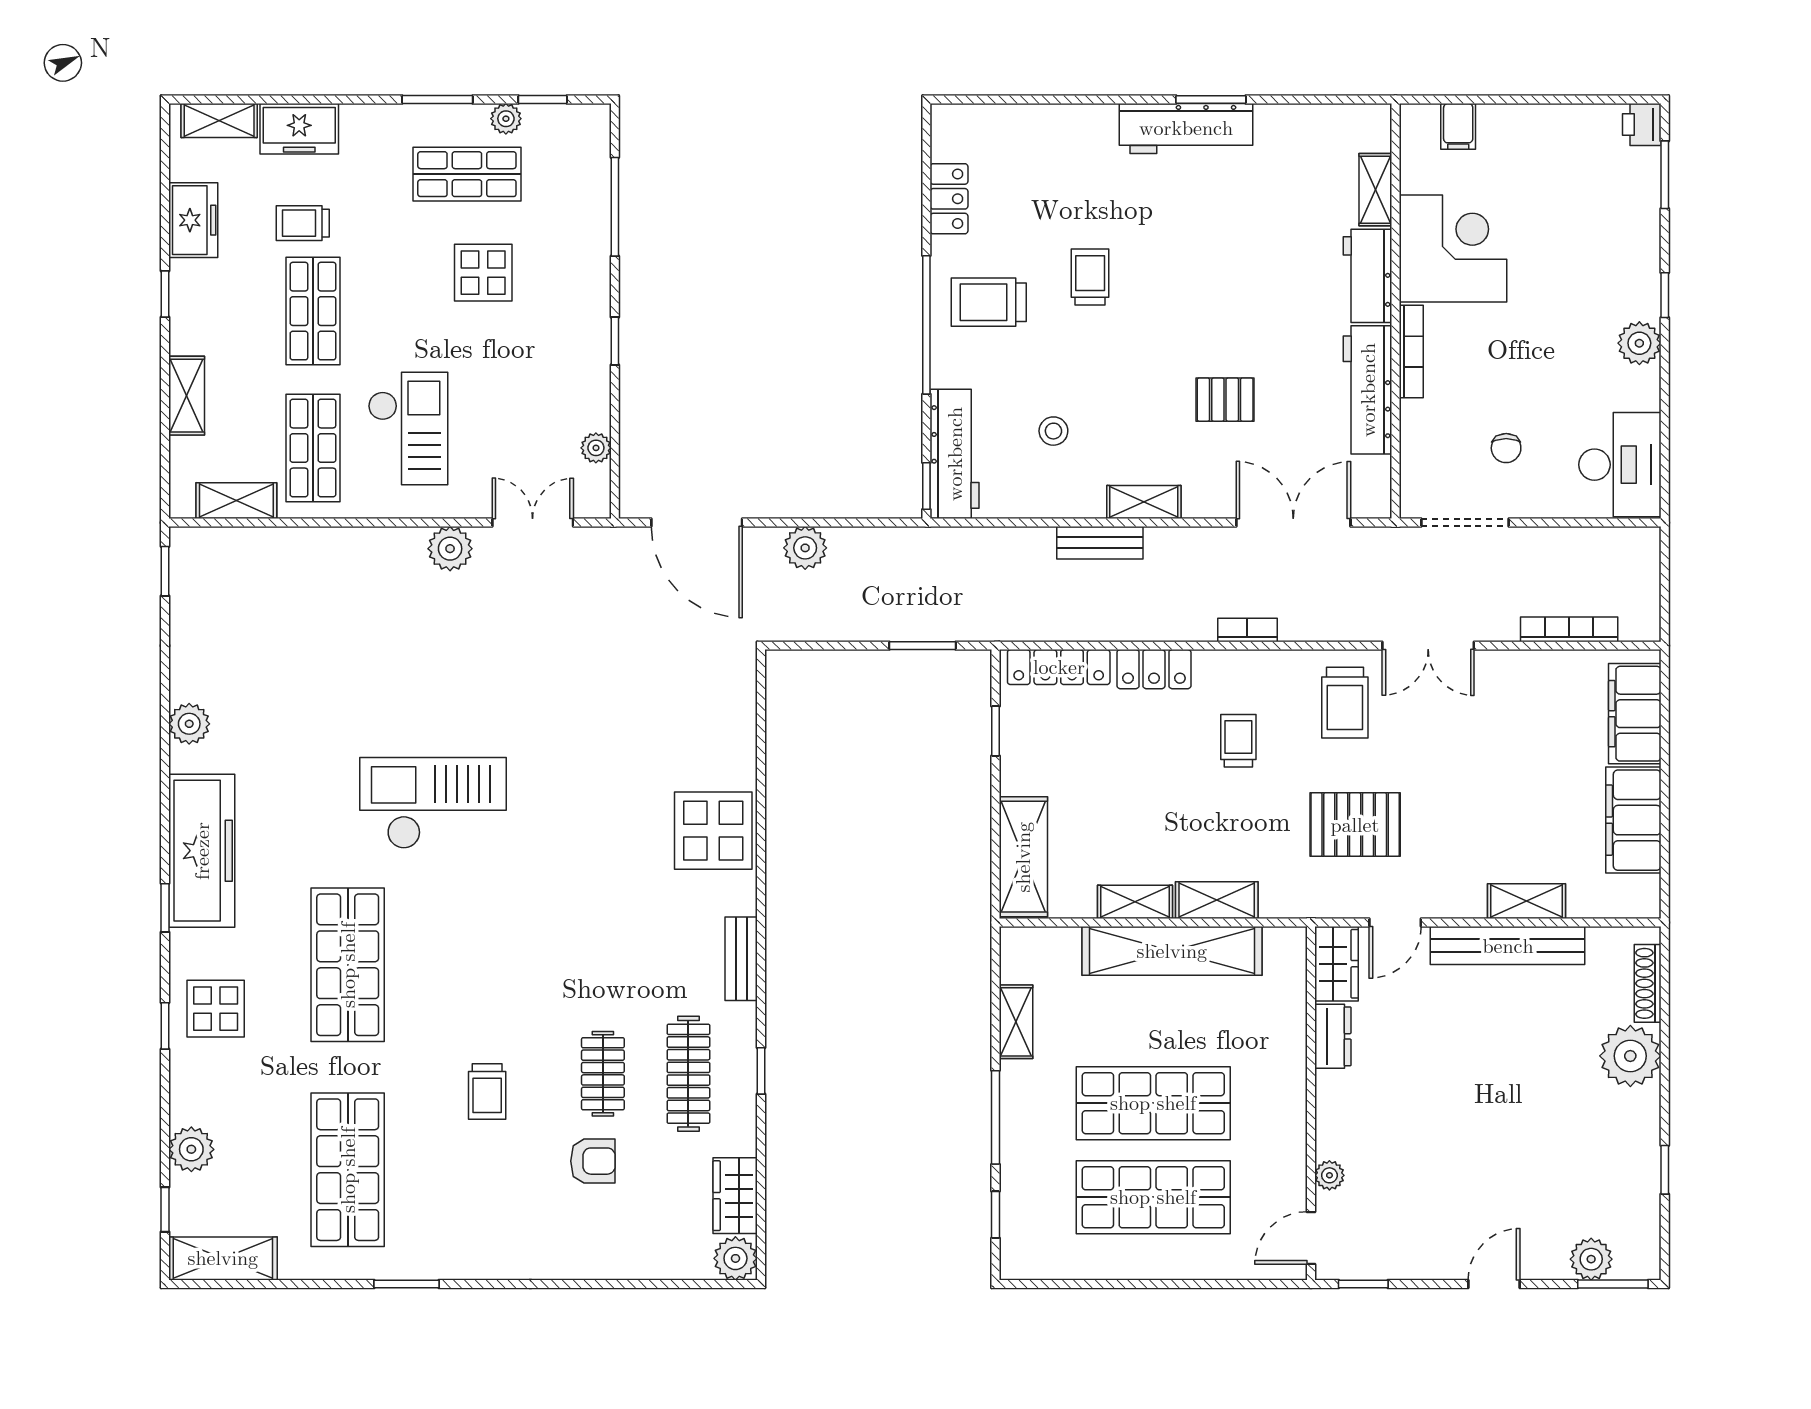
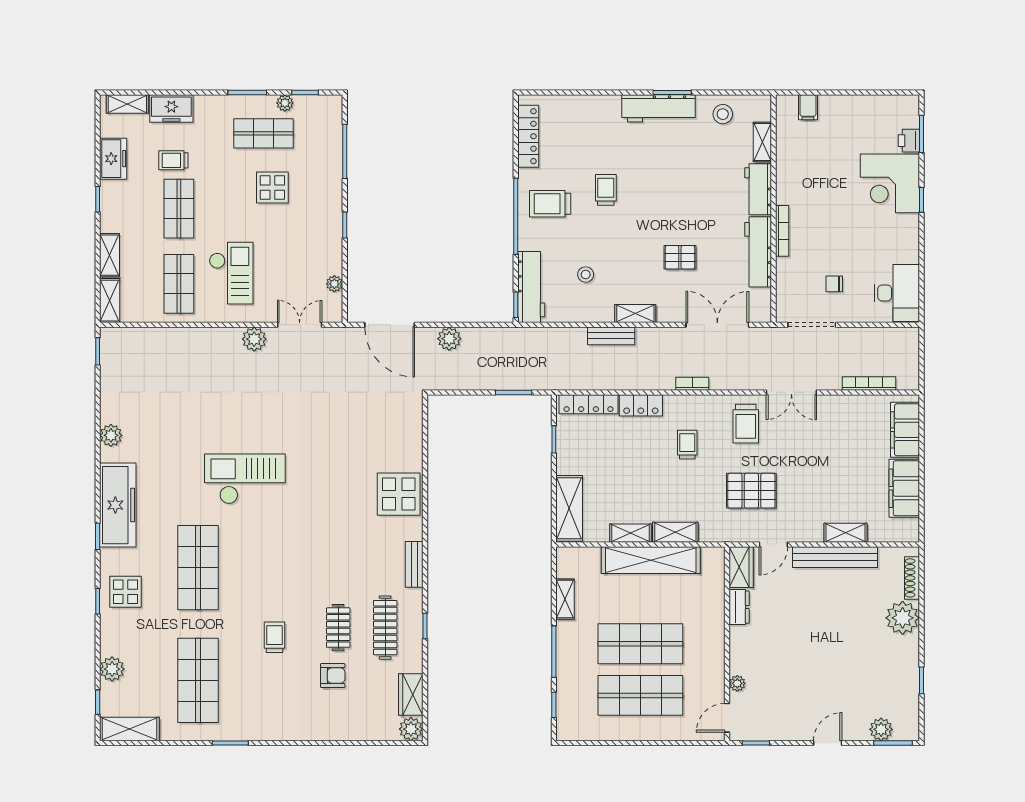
printer: (1642, 124) -> (909, 141), moved
stool: (1303, 139) -> (723, 114), added
locker: (949, 199) -> (528, 136), width x1.53
corner desk: (1453, 249) -> (890, 183), moved, turned 180
plant: (1639, 343) -> (907, 226), removed
chair: (1506, 448) -> (834, 284), turned 90
shelving: (236, 501) -> (110, 301), moved, turned 90
trolley: (487, 1091) -> (275, 637), turned 180

